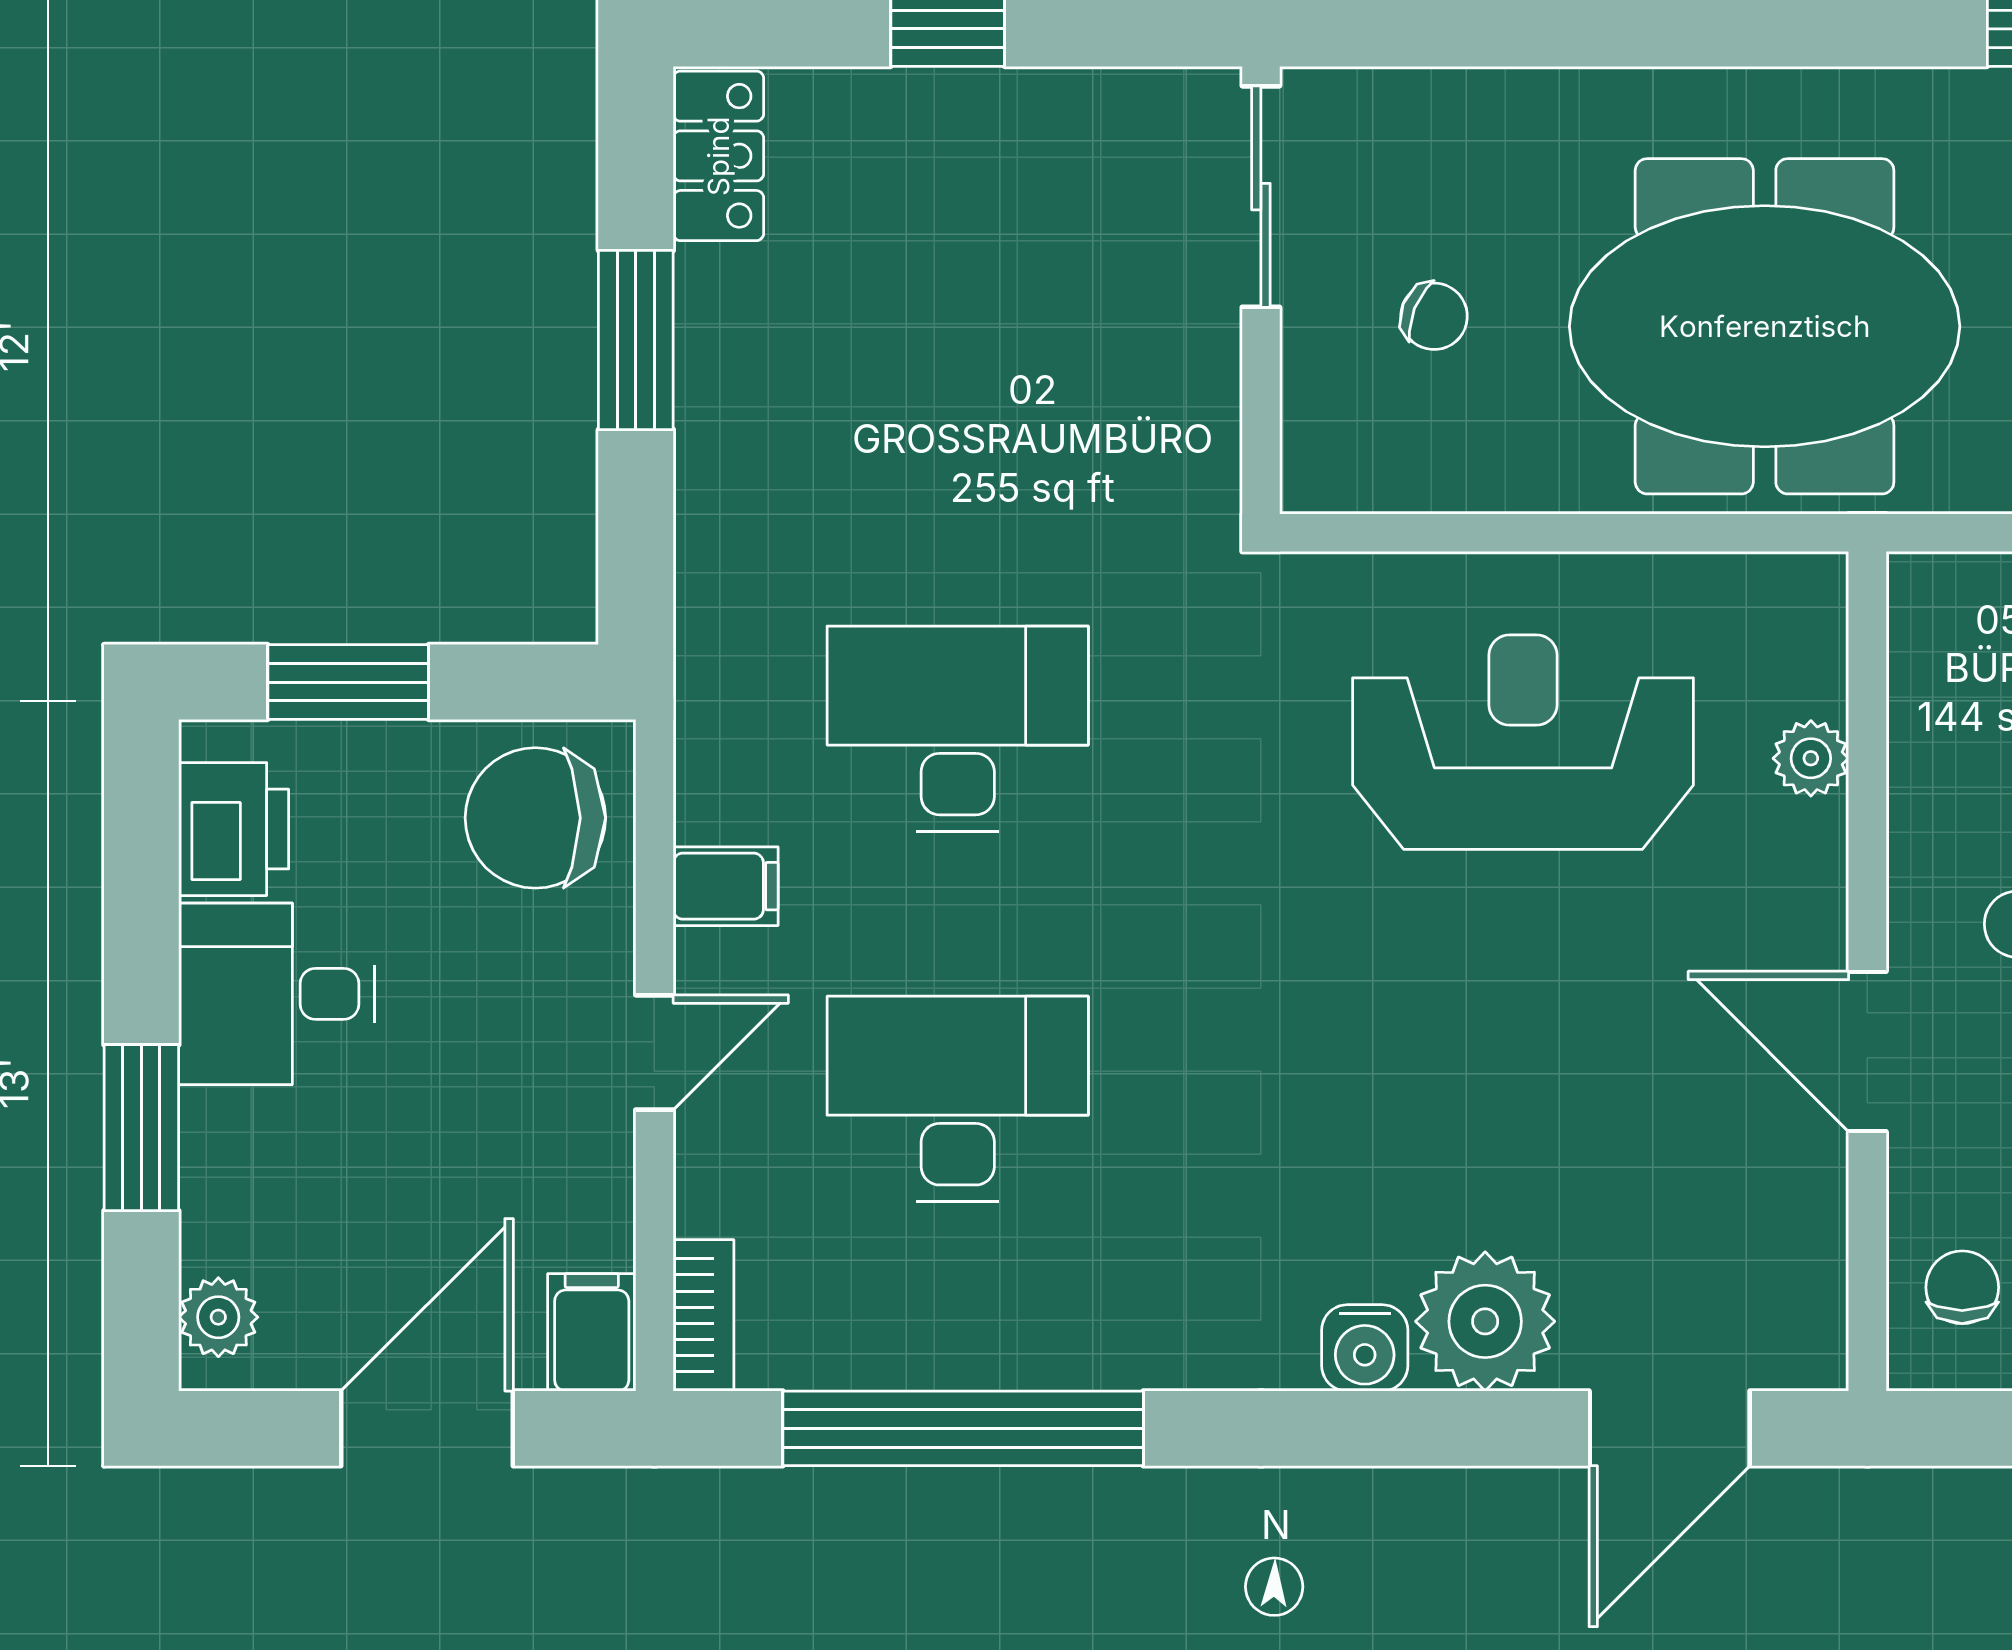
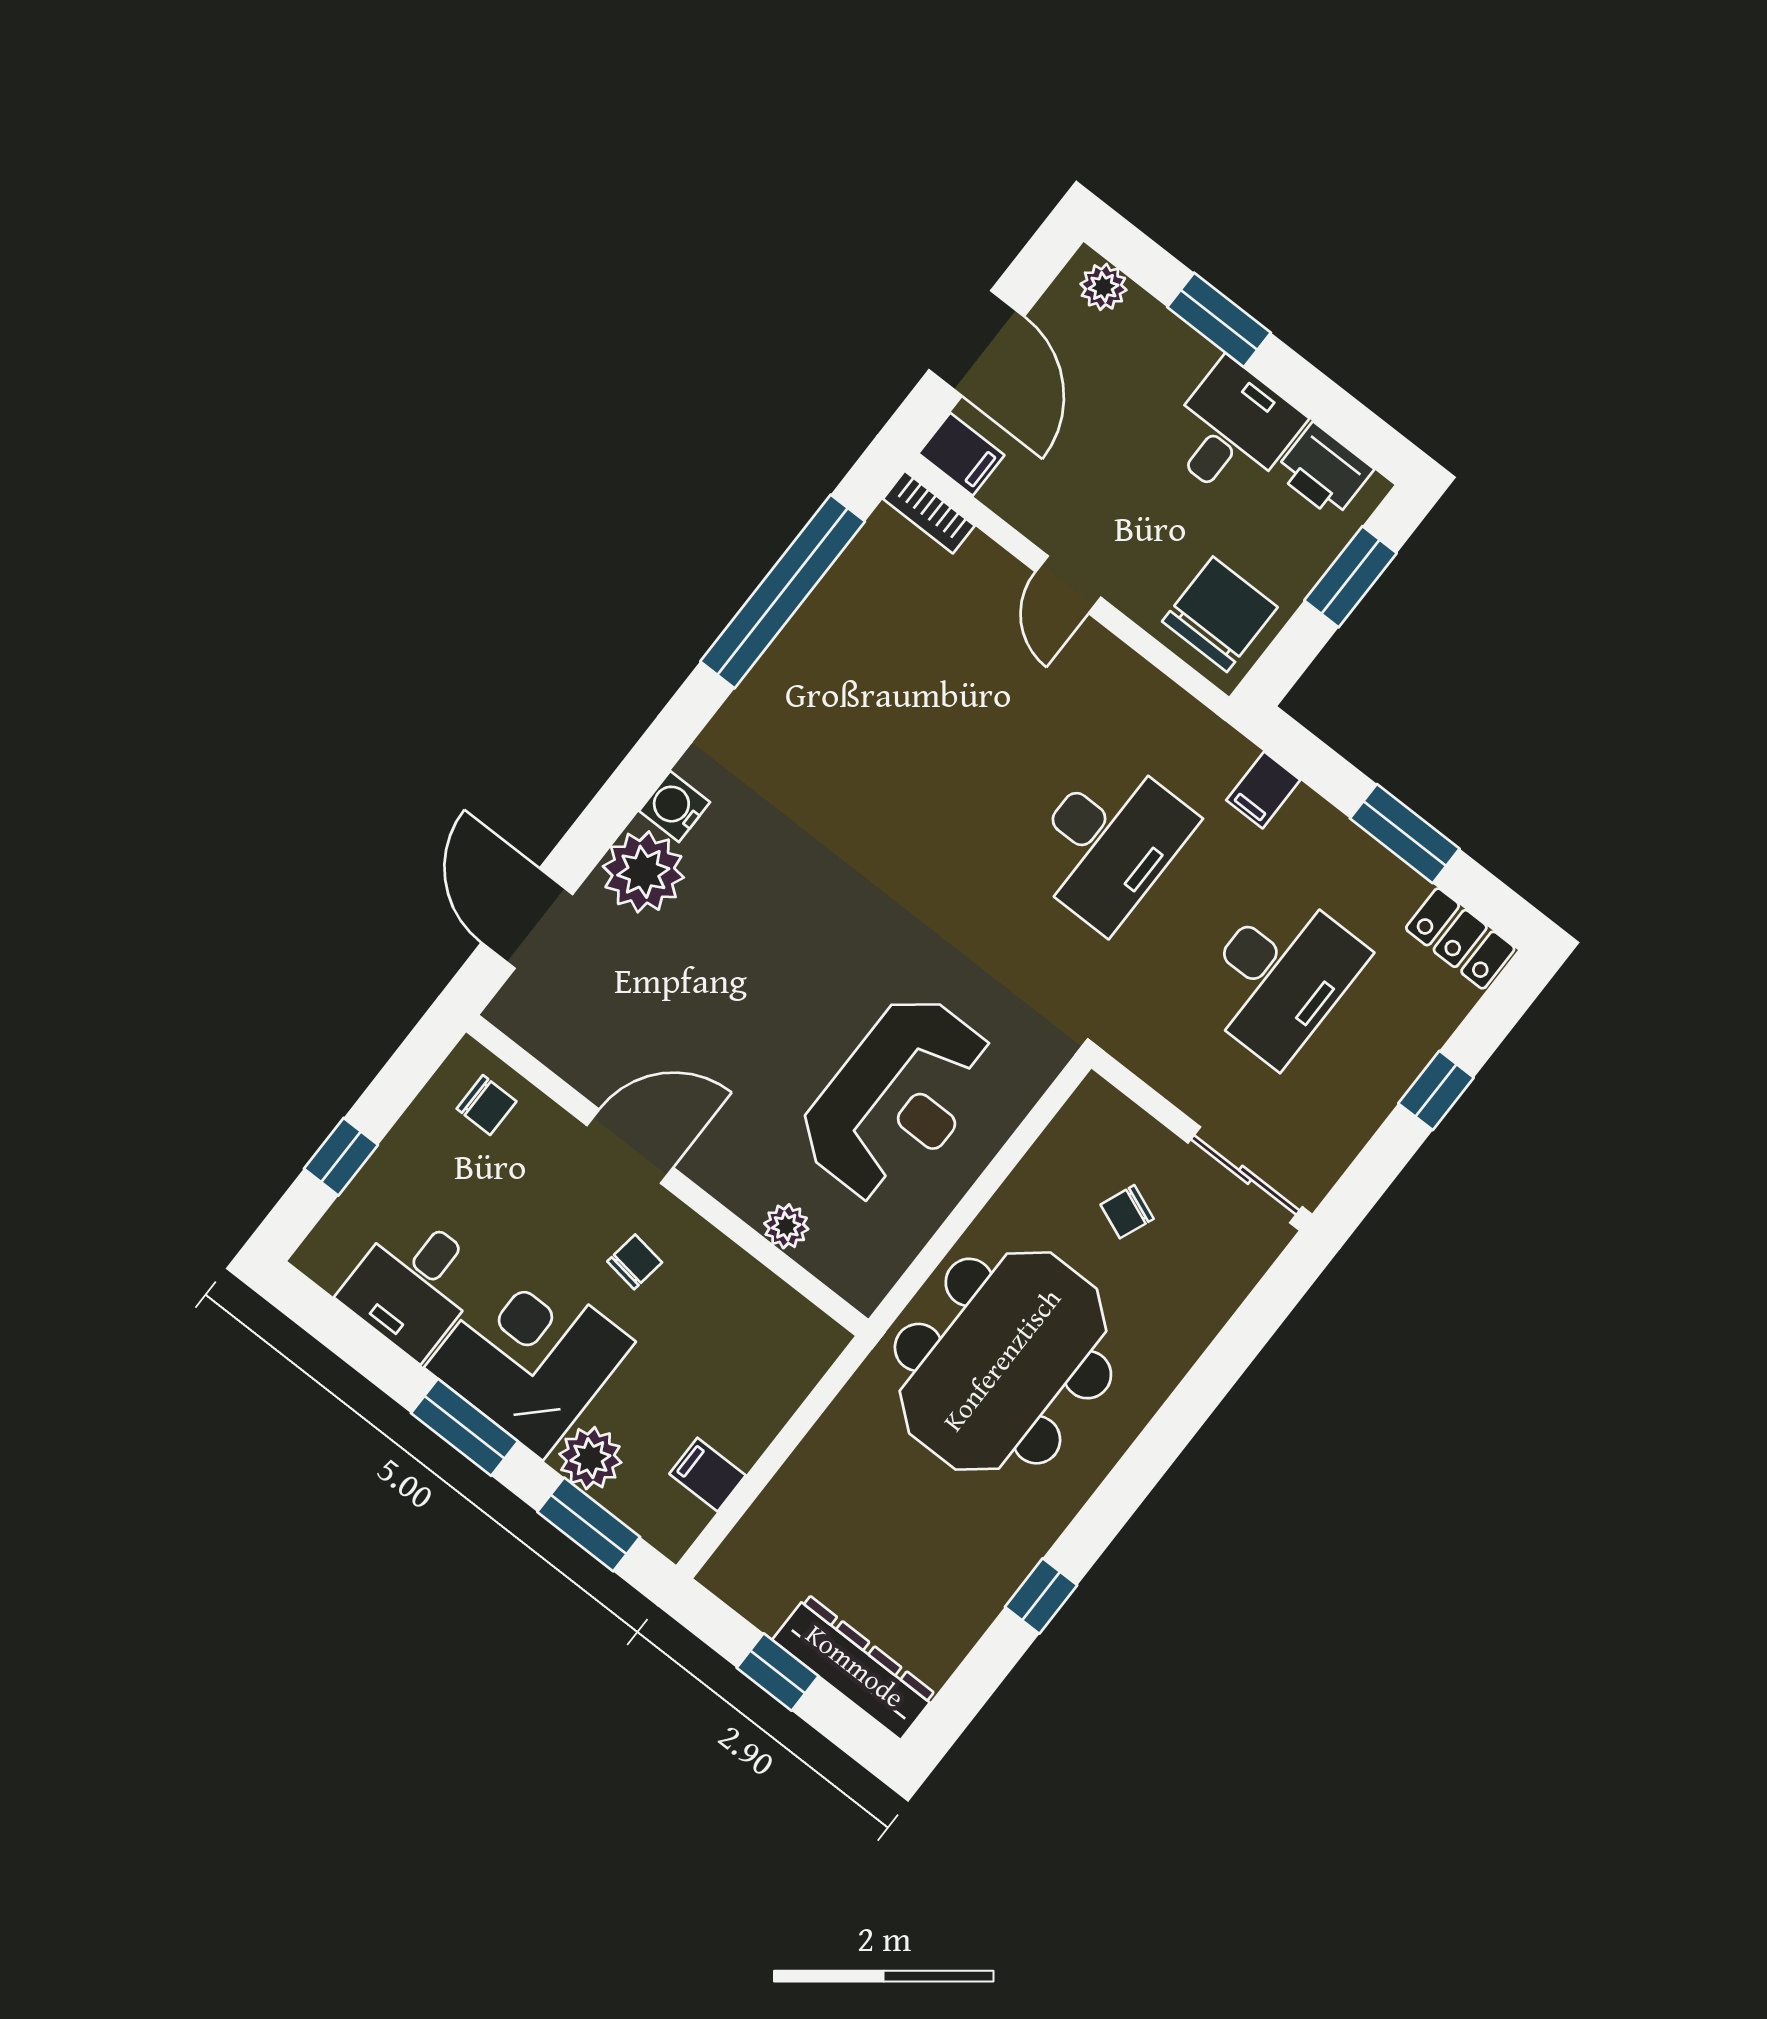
filing cabinet: (726, 886) -> (1263, 790), moved
desk: (958, 1099) -> (1280, 976), moved

